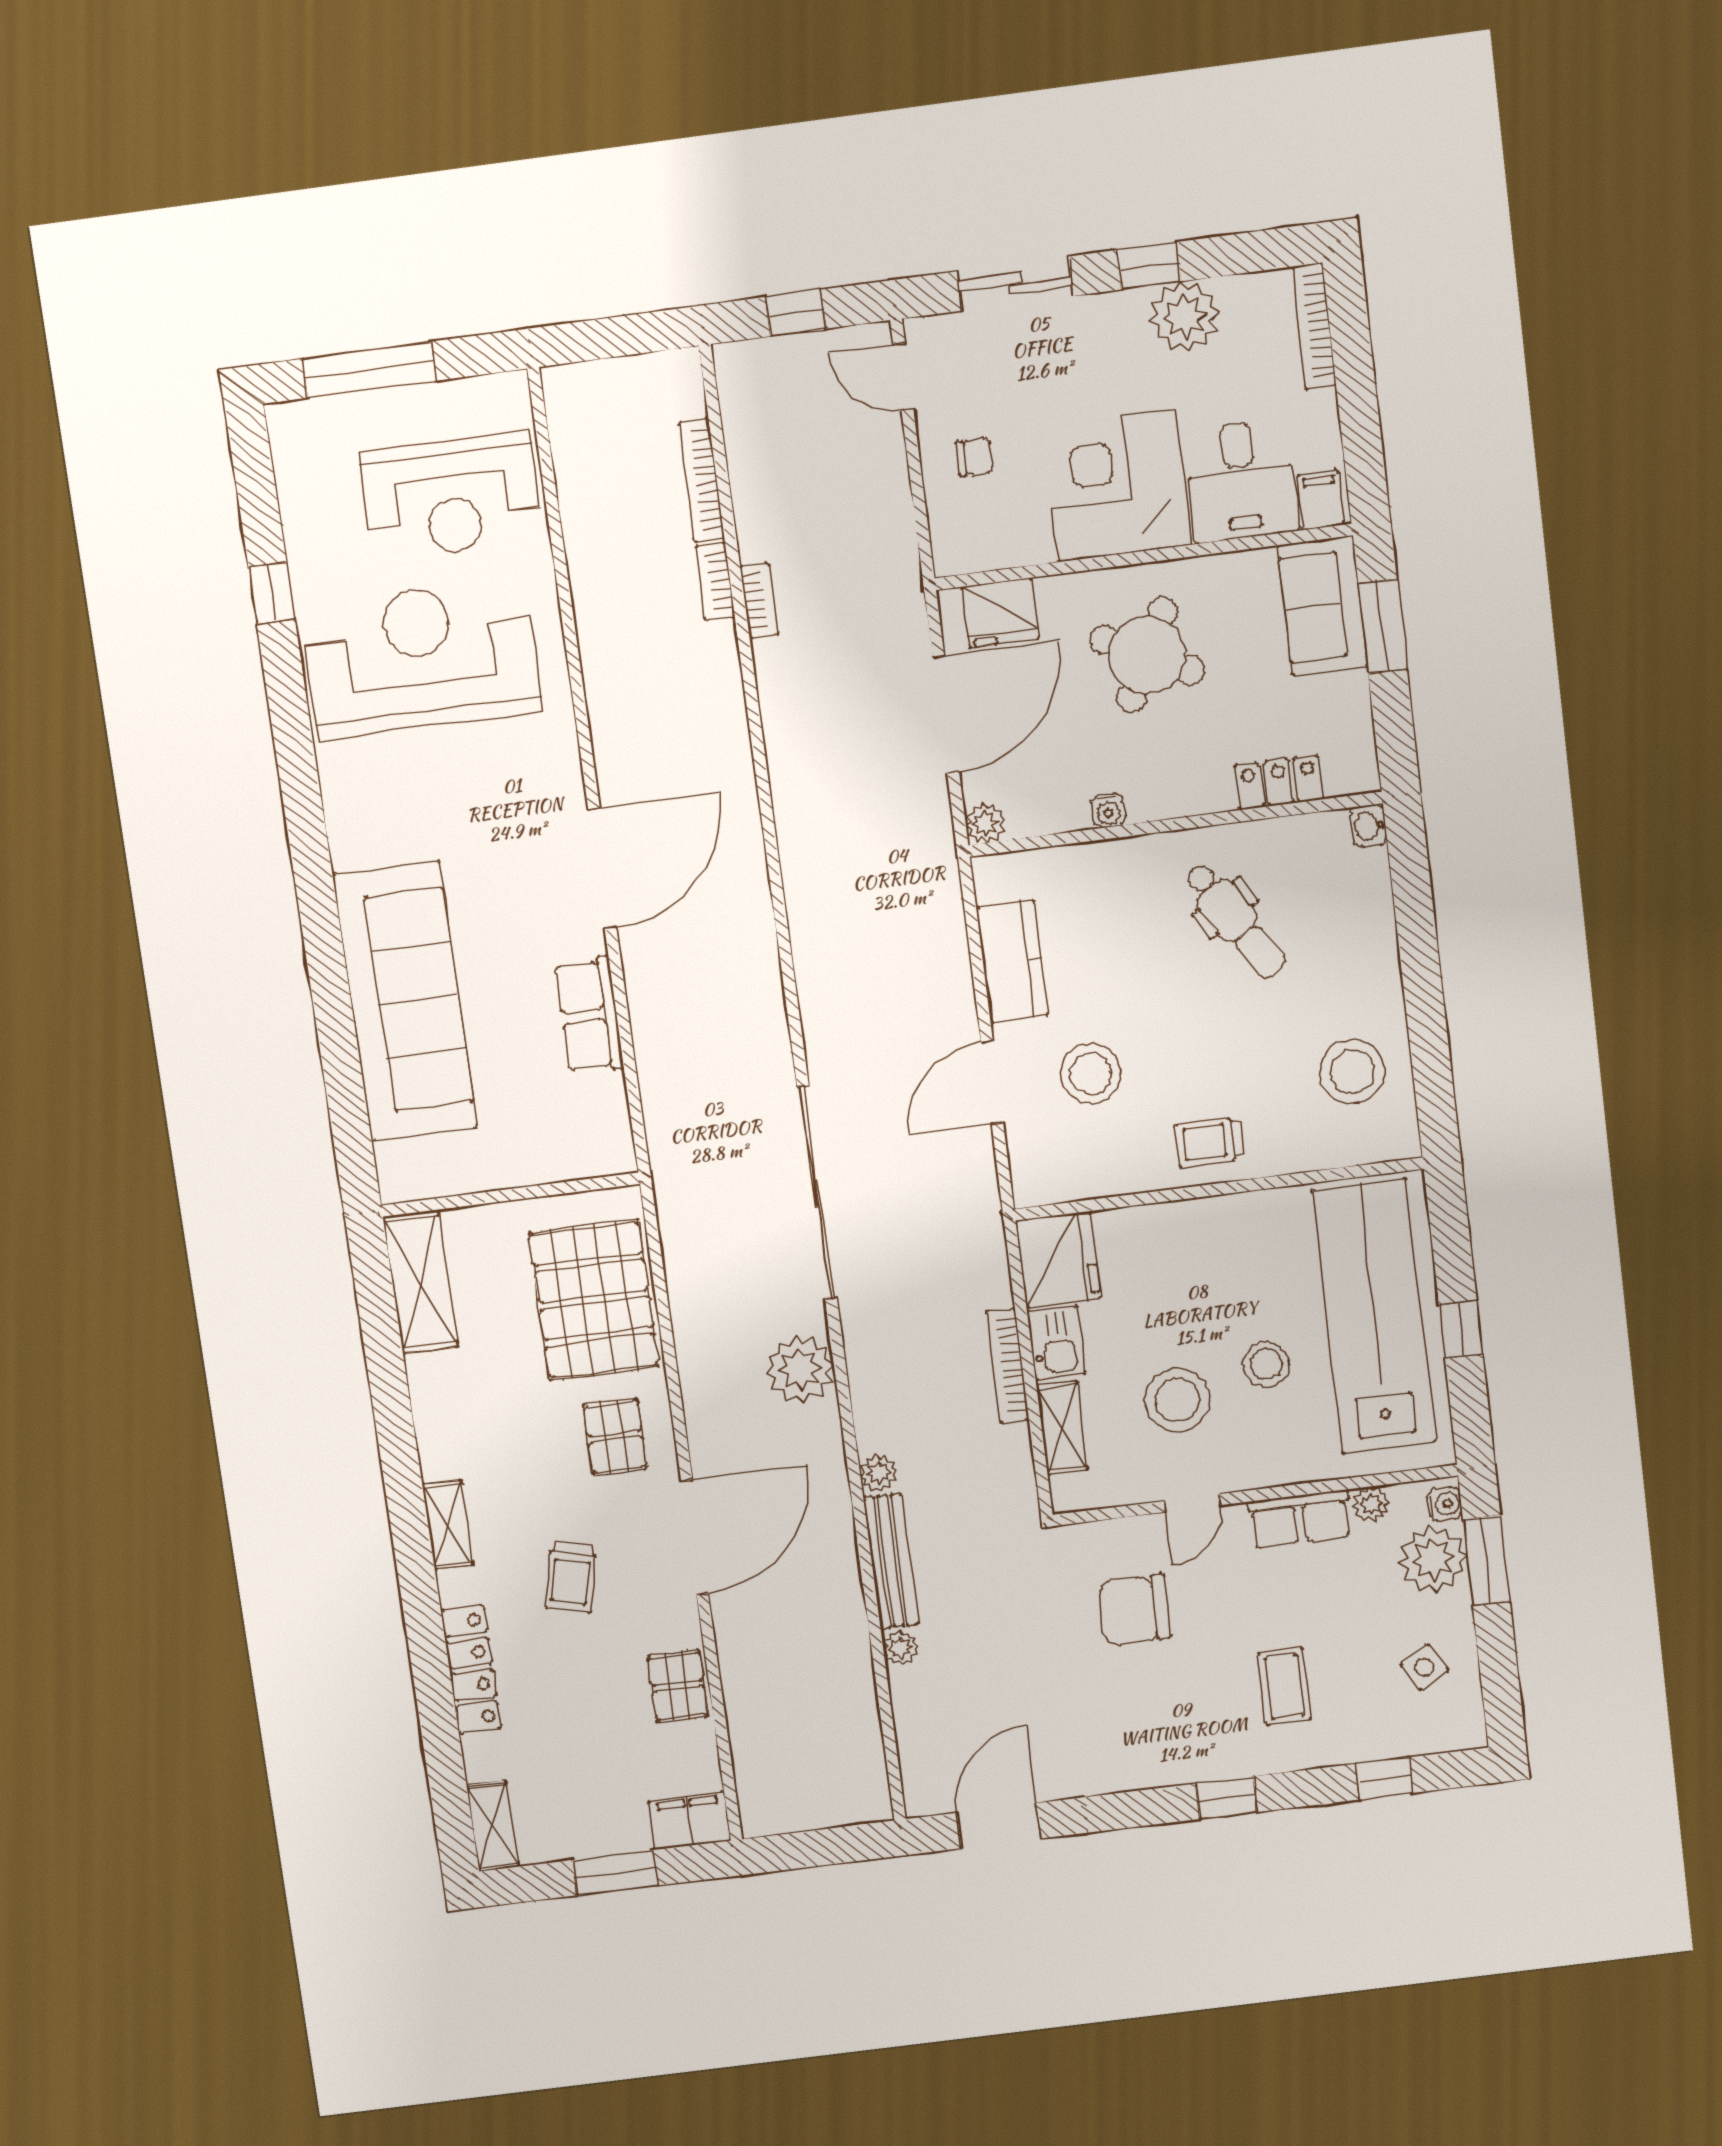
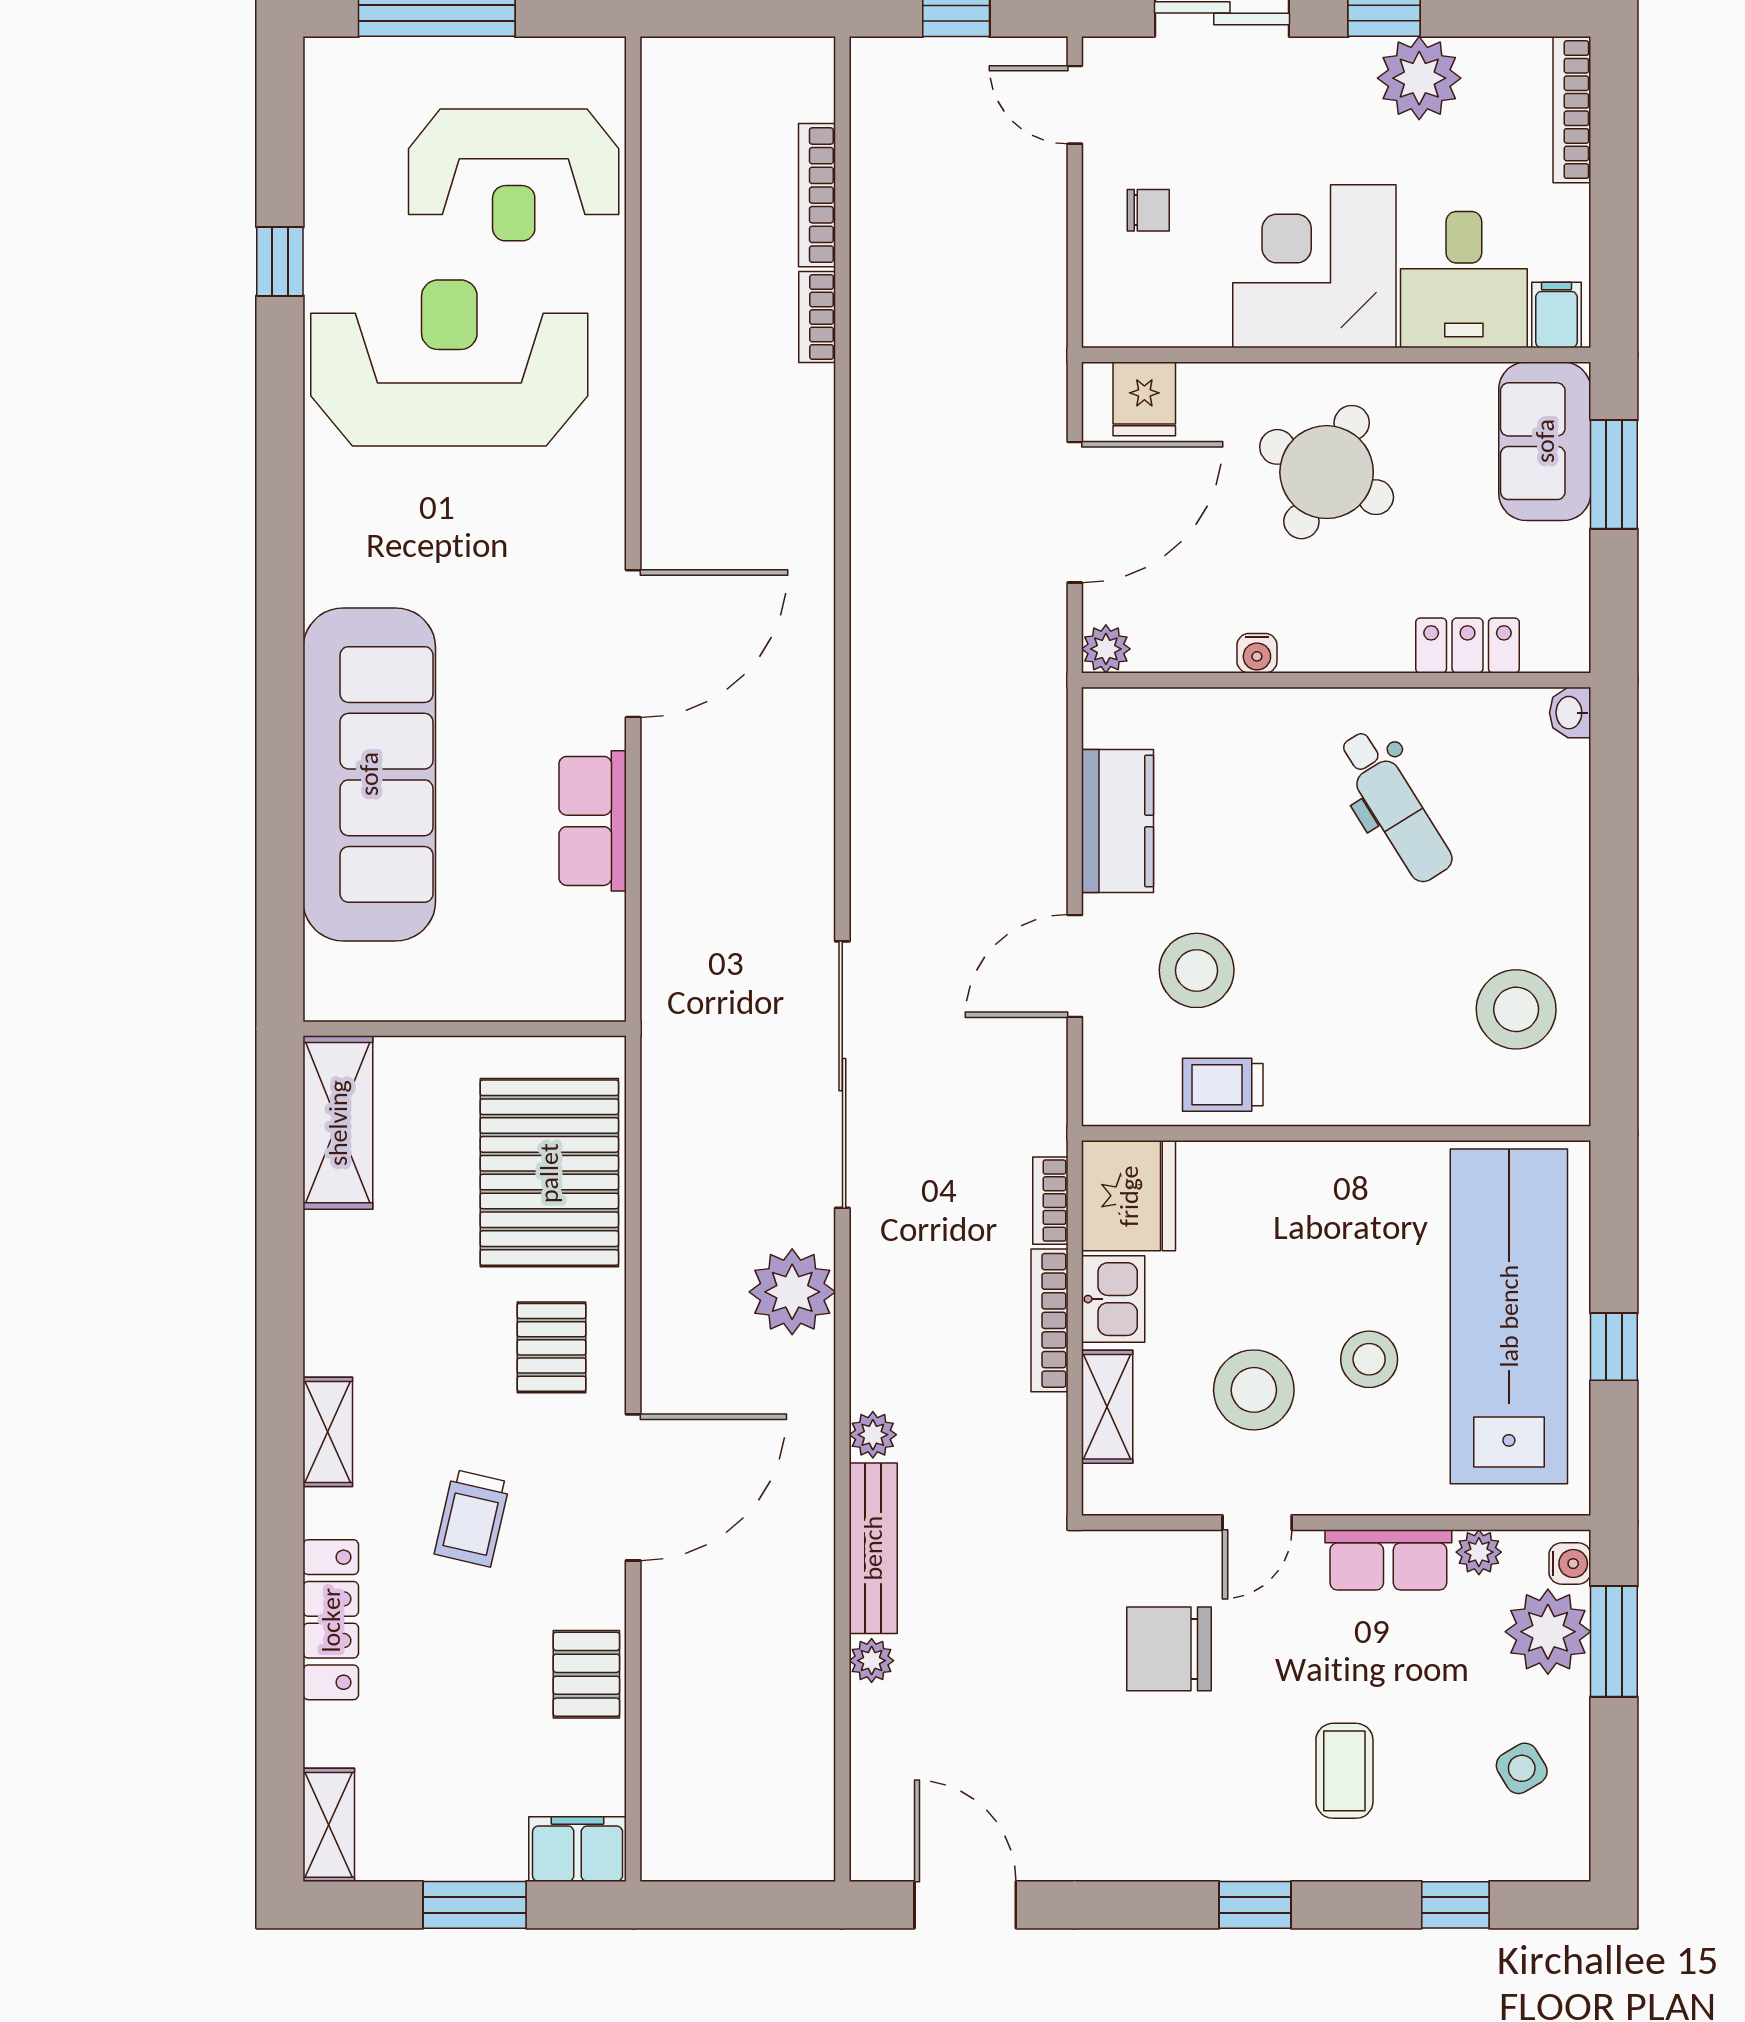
bookcase: (759, 600) -> (1050, 1201), moved, turned 180
fridge: (1001, 613) -> (1144, 399), width x0.72
trolley: (1209, 1142) -> (1223, 1085), moved
door: (999, 1826) -> (965, 1905), hinge flipped

